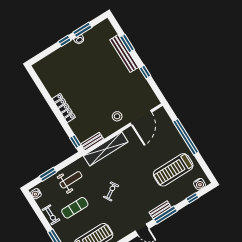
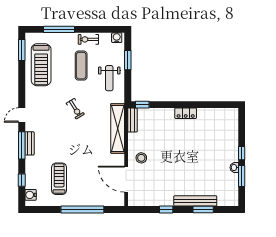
locker: (64, 108) -> (186, 113), width x0.66
treadmill: (173, 170) -> (59, 179), width x0.73, depth x0.73

